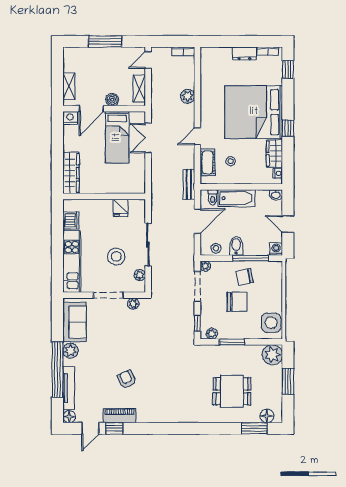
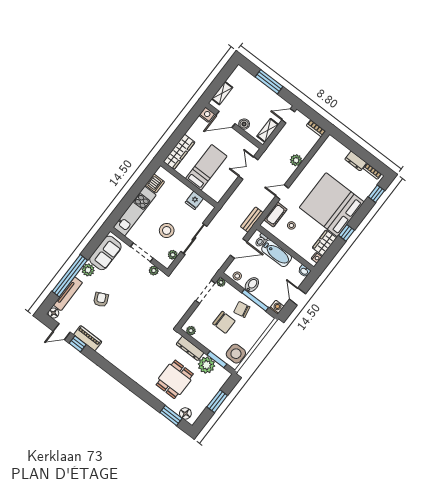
bed: (117, 137) -> (206, 167), moved, turned 180
window: (197, 323) -> (187, 316), removed
window: (232, 342) -> (217, 359), moved
dresser: (224, 351) -> (190, 348), added
plant: (272, 355) -> (206, 365), moved
armchair: (127, 379) -> (101, 300), moved
dining table: (232, 391) -> (175, 379), turned 90

